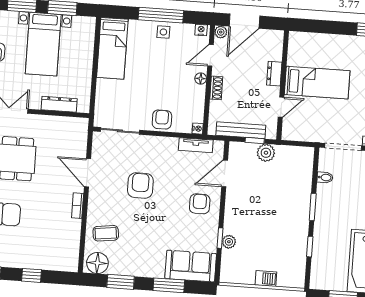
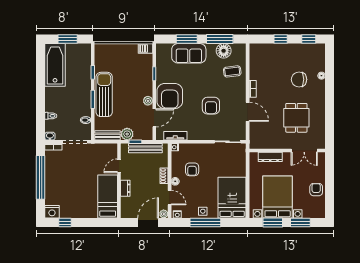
bed with nightstands: (43, 44) -> (278, 197), width x1.36
bed: (112, 48) -> (232, 198), width x1.50
door: (210, 55) -> (170, 198), hinge flipped
bed: (317, 83) -> (108, 196), moved, turned 90
armchair: (162, 120) -> (192, 169), moved
bench: (295, 153) -> (108, 135), added
armchair: (200, 204) -> (170, 96), width x1.88, depth x1.88
sun lounger: (295, 213) -> (104, 94), added
plant: (229, 242) -> (148, 101), moved
floor lamp: (97, 263) -> (224, 51), moved
sofa: (191, 266) -> (189, 53), moved
barbecue: (266, 278) -> (146, 48), moved
window: (121, 282) -> (220, 39), width x1.44

